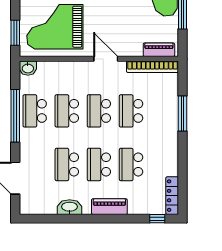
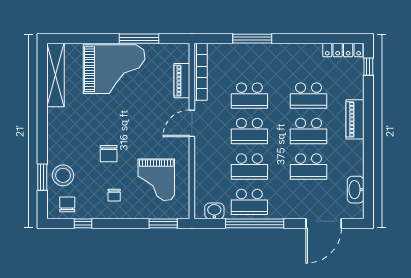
grand piano: (55, 27) -> (156, 180), width x0.73, depth x0.68
piano: (159, 50) -> (182, 81), moved
washbasin: (28, 68) -> (214, 211), moved, turned -90
washbasin: (70, 207) -> (356, 190), moved

